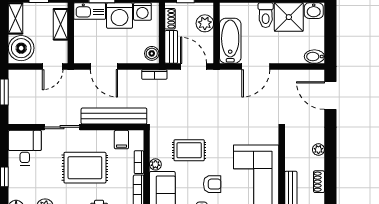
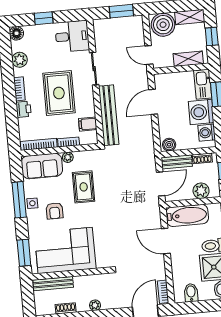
bidet: (314, 57) -> (191, 293), moved
bookcase: (154, 74) -> (163, 292), moved

